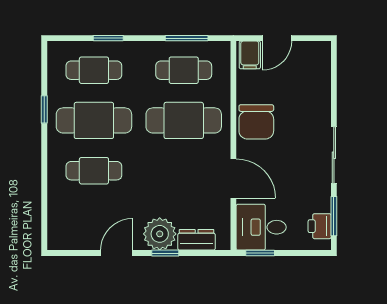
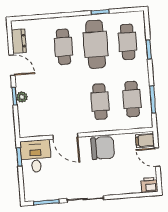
cafe table: (184, 120) -> (100, 102), width x0.73, depth x0.74
chair: (256, 122) -> (103, 148), turned 180
door: (233, 178) -> (65, 136), hinge flipped
printer: (320, 226) -> (149, 185), moved
plant: (160, 234) -> (22, 97), width x0.53, depth x0.53
dresser: (197, 240) -> (19, 41), moved

